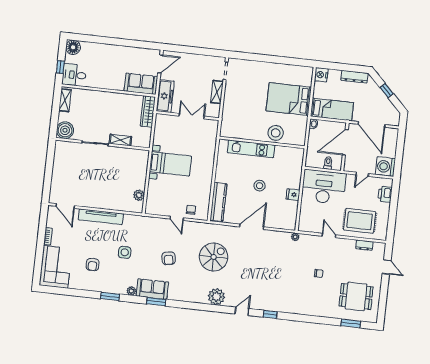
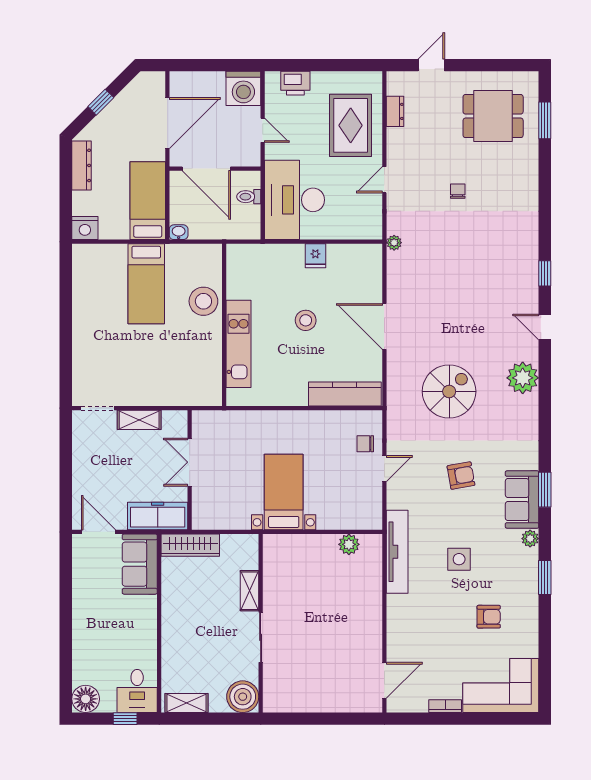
bed: (289, 99) -> (146, 284), width x0.67
tv unit: (101, 217) -> (397, 552), moved
spiral stairs: (214, 257) -> (449, 391), turned 90
dining table: (356, 296) -> (493, 116), turned 90

